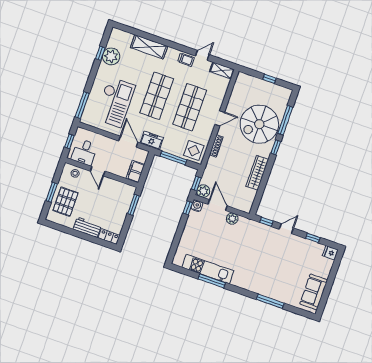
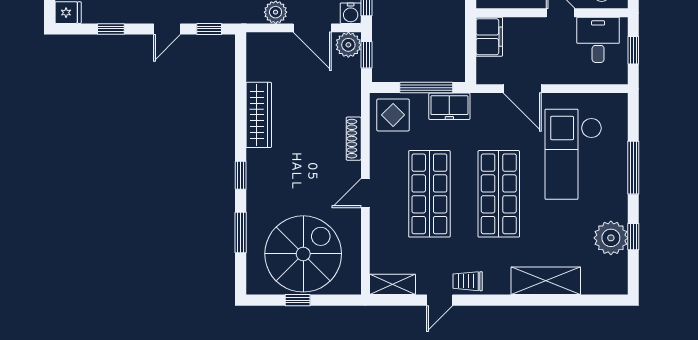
window: (82, 105) -> (633, 168), moved
window: (285, 120) -> (241, 233), width x0.69
spiral stairs: (259, 124) -> (303, 254), moved
freezer: (152, 140) -> (449, 106), moved

